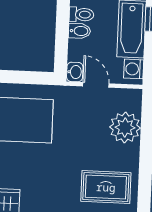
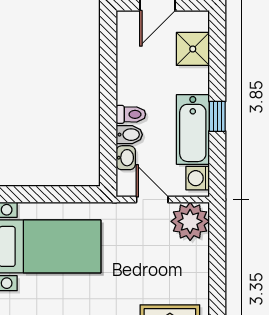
washbasin: (75, 72) -> (126, 158), moved
plant: (125, 127) -> (190, 221), moved

